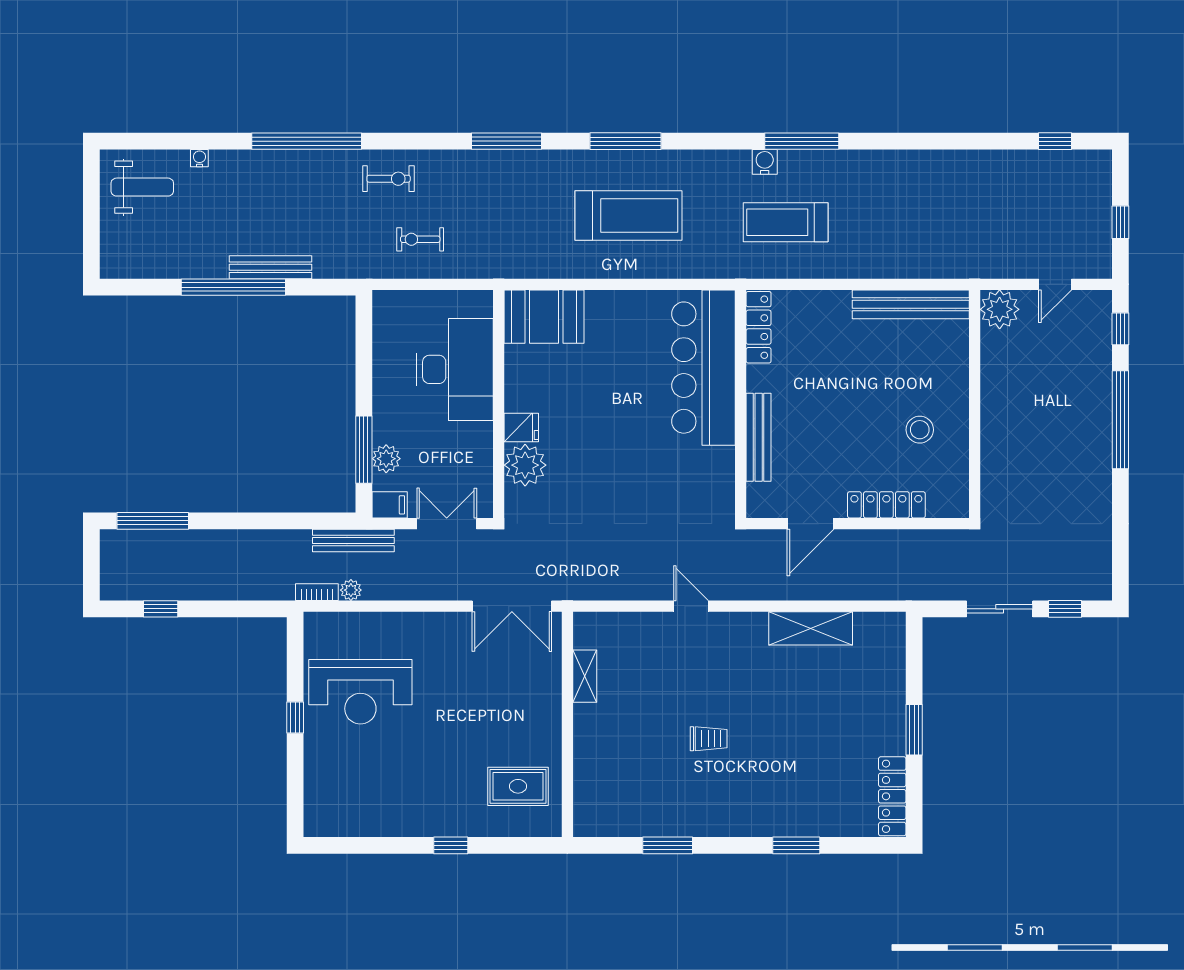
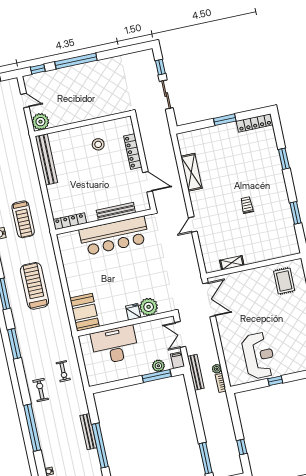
bar counter: (703, 368) -> (114, 236), moved

